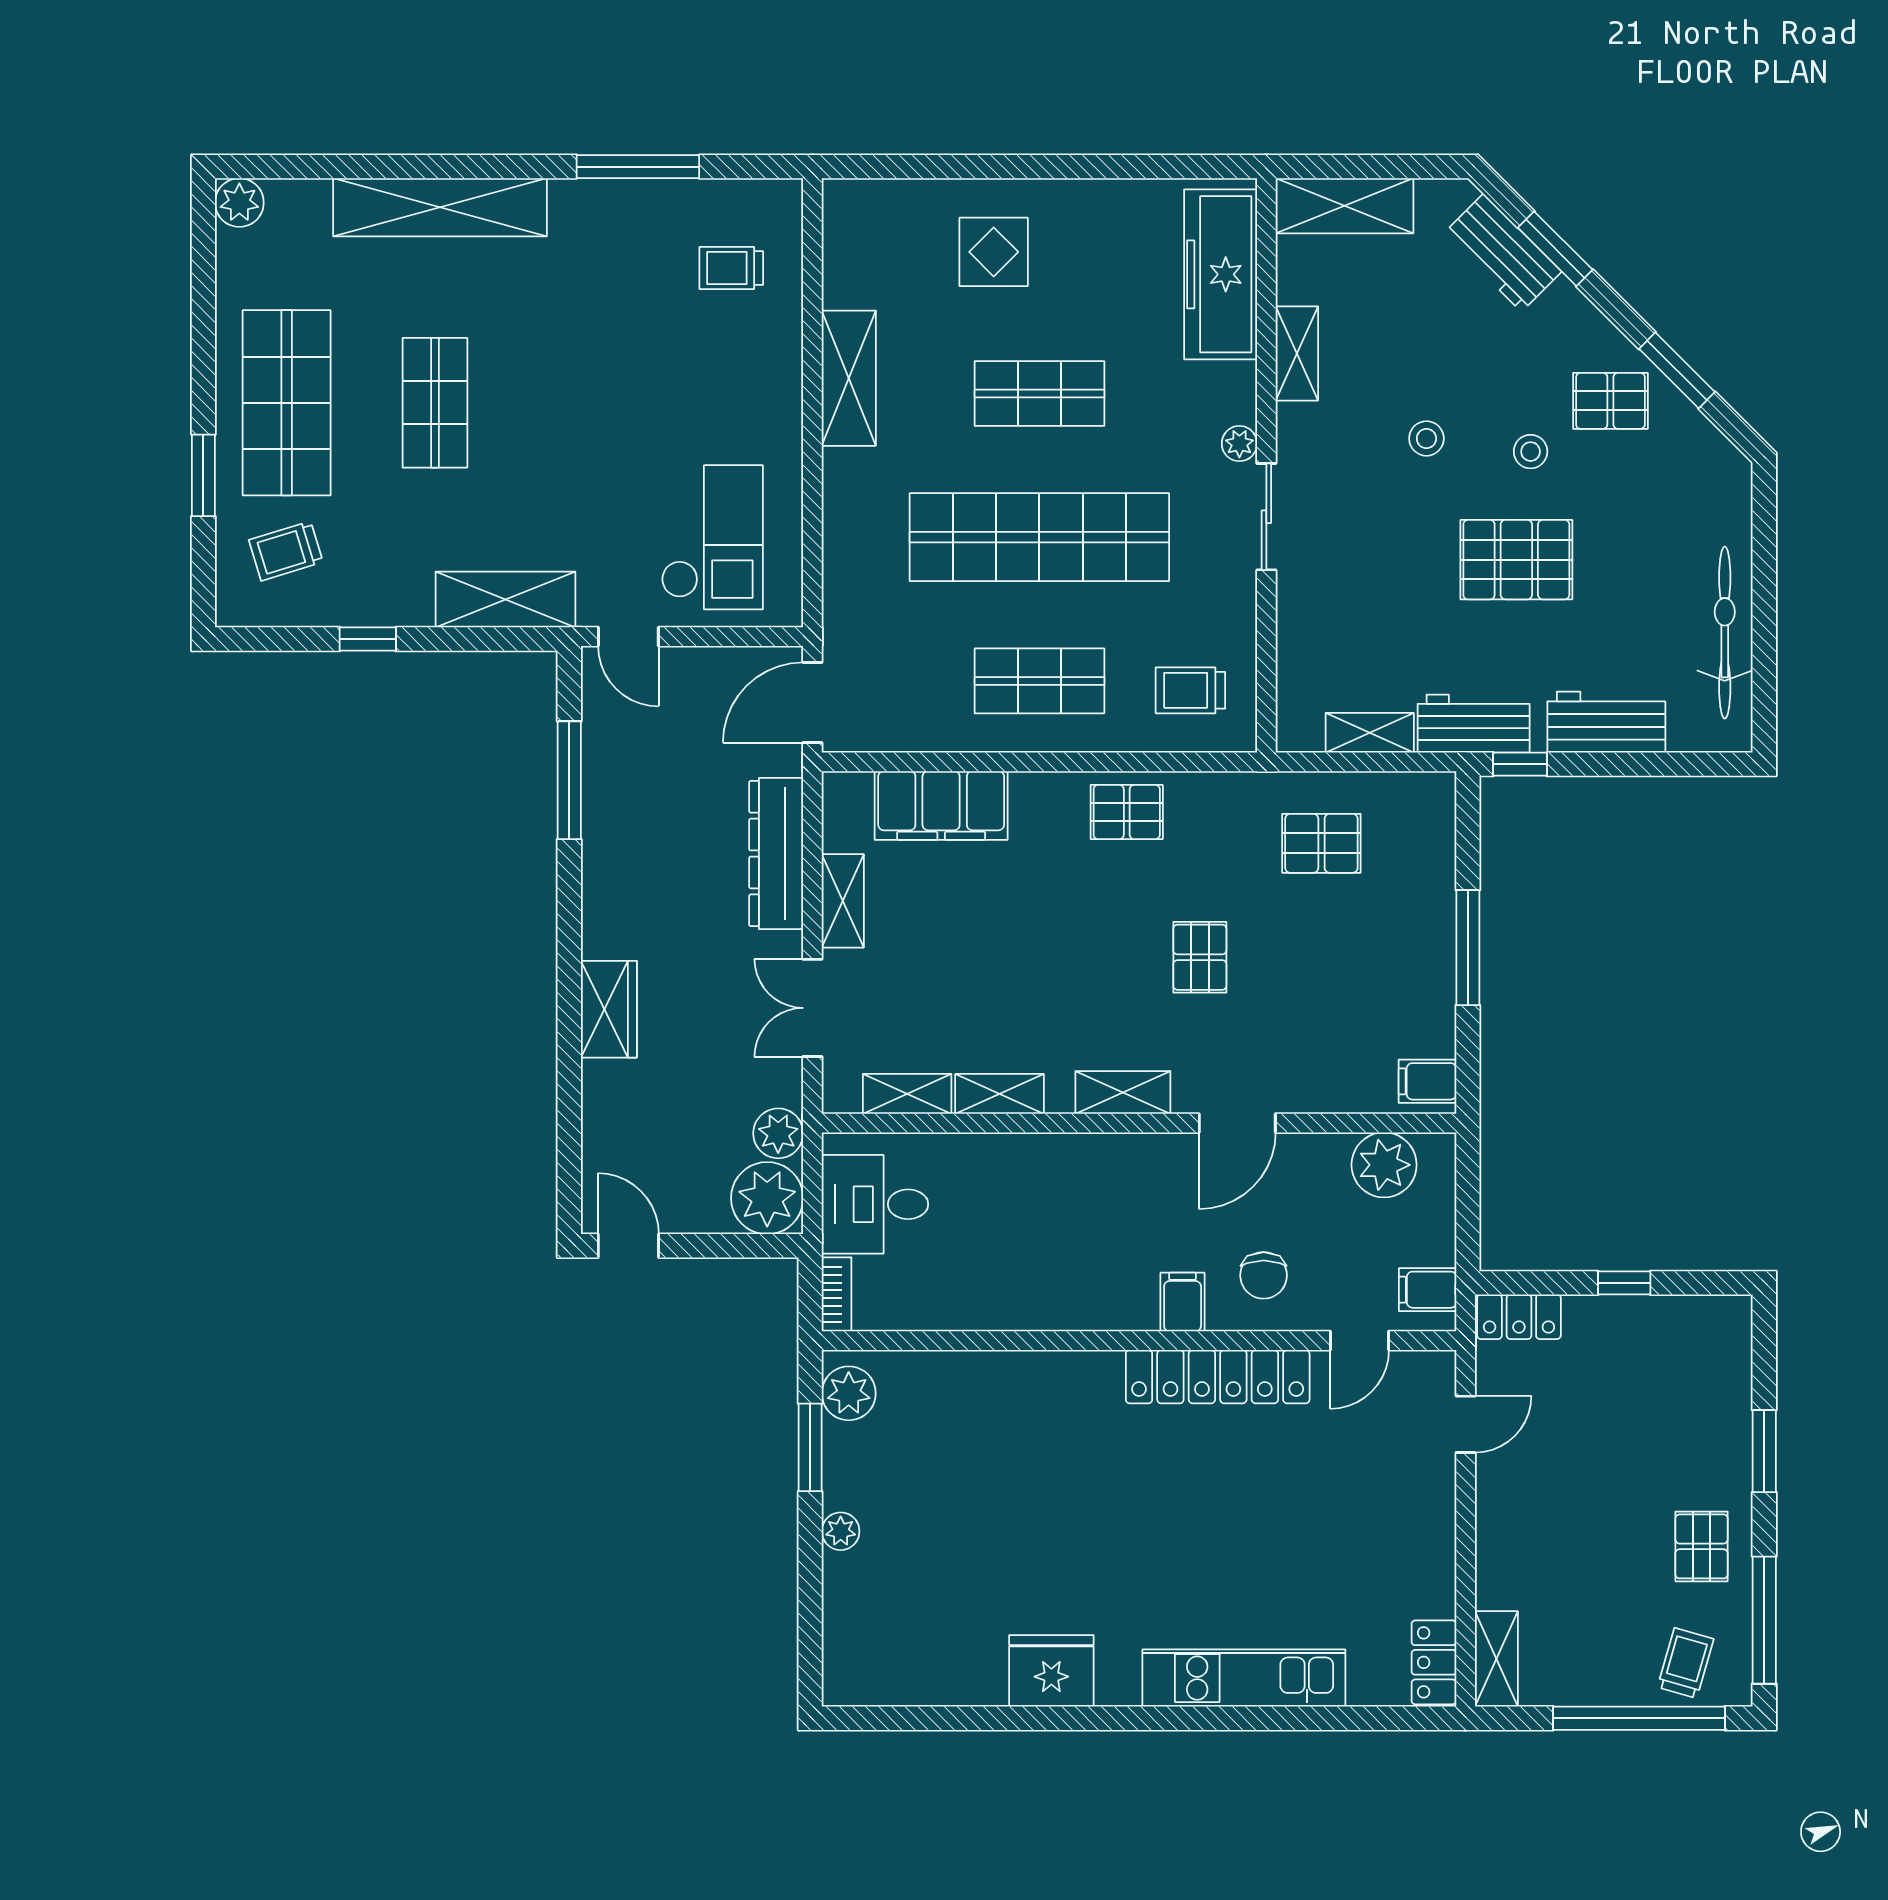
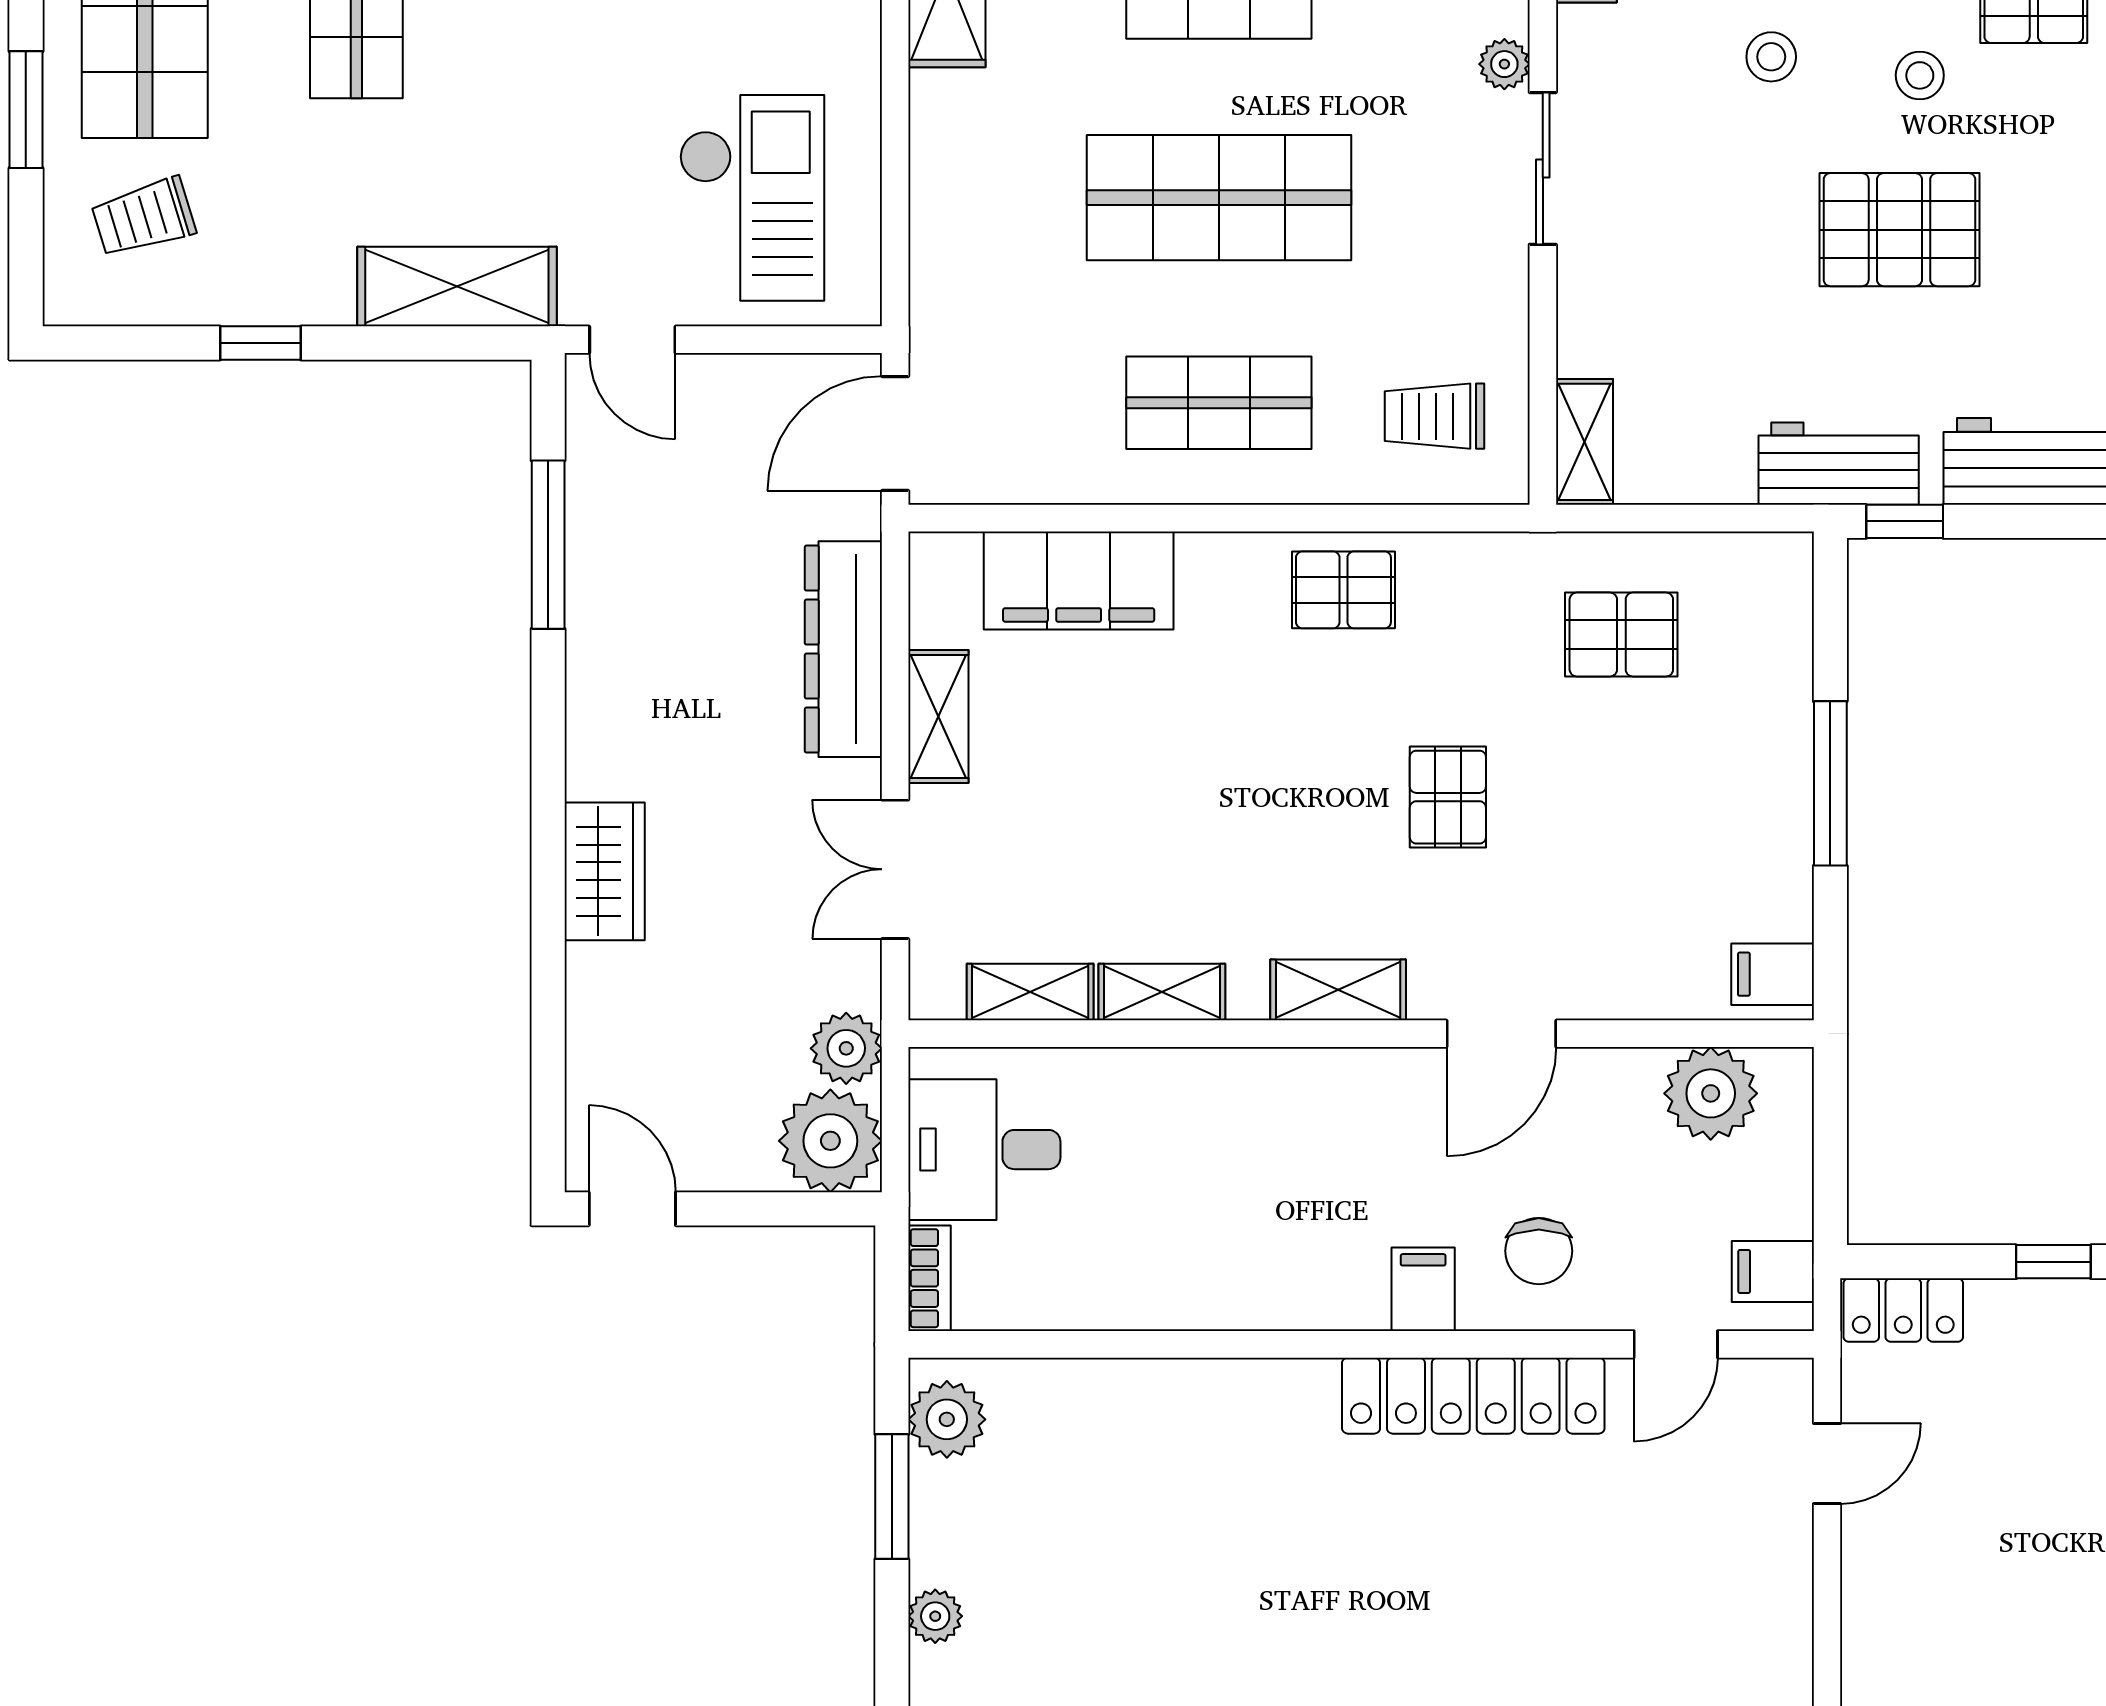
shop shelf: (1039, 537) -> (1219, 198), width x0.71
shelving: (1370, 733) -> (1584, 442), moved, turned 90

